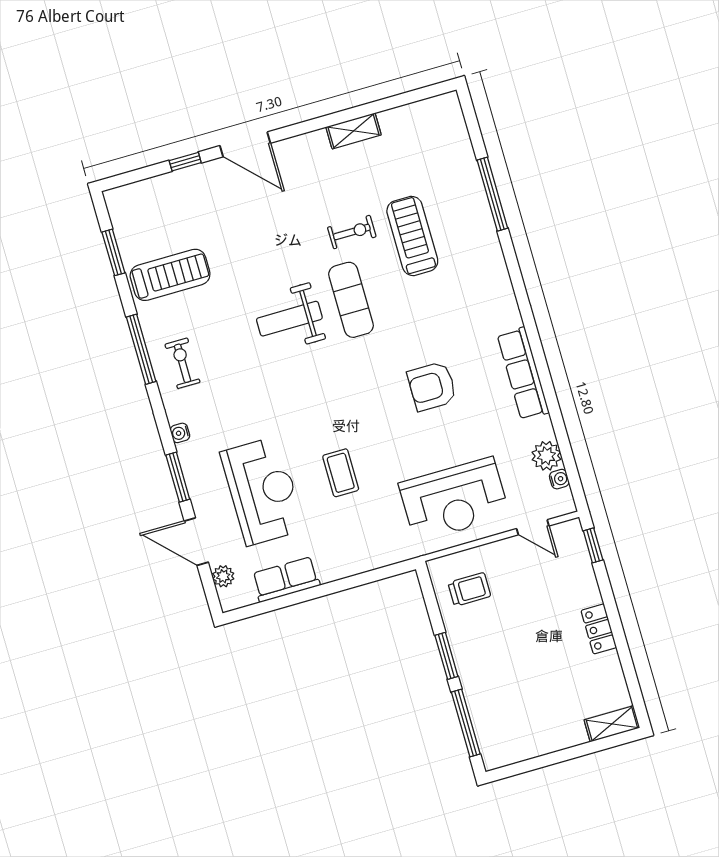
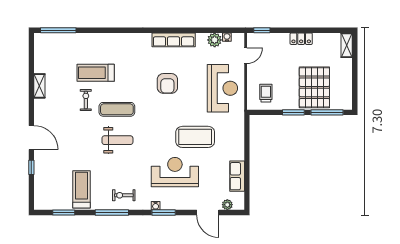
door: (245, 144) -> (31, 138), hinge flipped
window: (492, 194) -> (58, 30), moved
weight bench: (289, 319) -> (117, 140), turned -90
coffee table: (341, 473) -> (195, 137), width x1.86, depth x1.72
window: (178, 477) -> (164, 212), moved
reception desk: (262, 491) -> (175, 172), moved
door: (196, 542) -> (208, 212), hinge flipped
pallet: (509, 684) -> (314, 87), added

